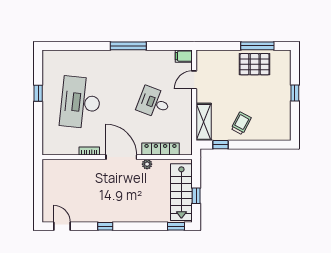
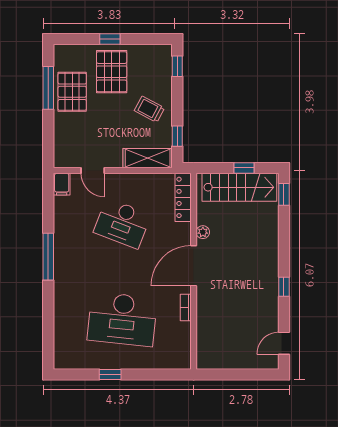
pallet: (270, 94) -> (112, 72), added
desk: (154, 102) -> (122, 223), width x1.37
window: (274, 145) -> (177, 66), added
locker: (160, 149) -> (183, 197), moved

